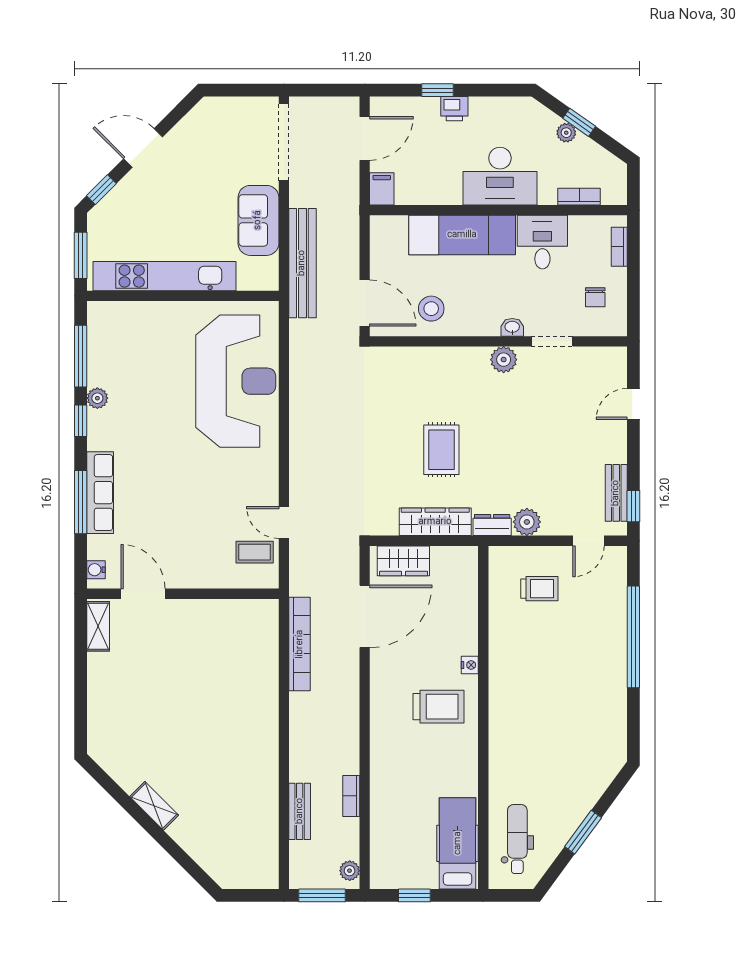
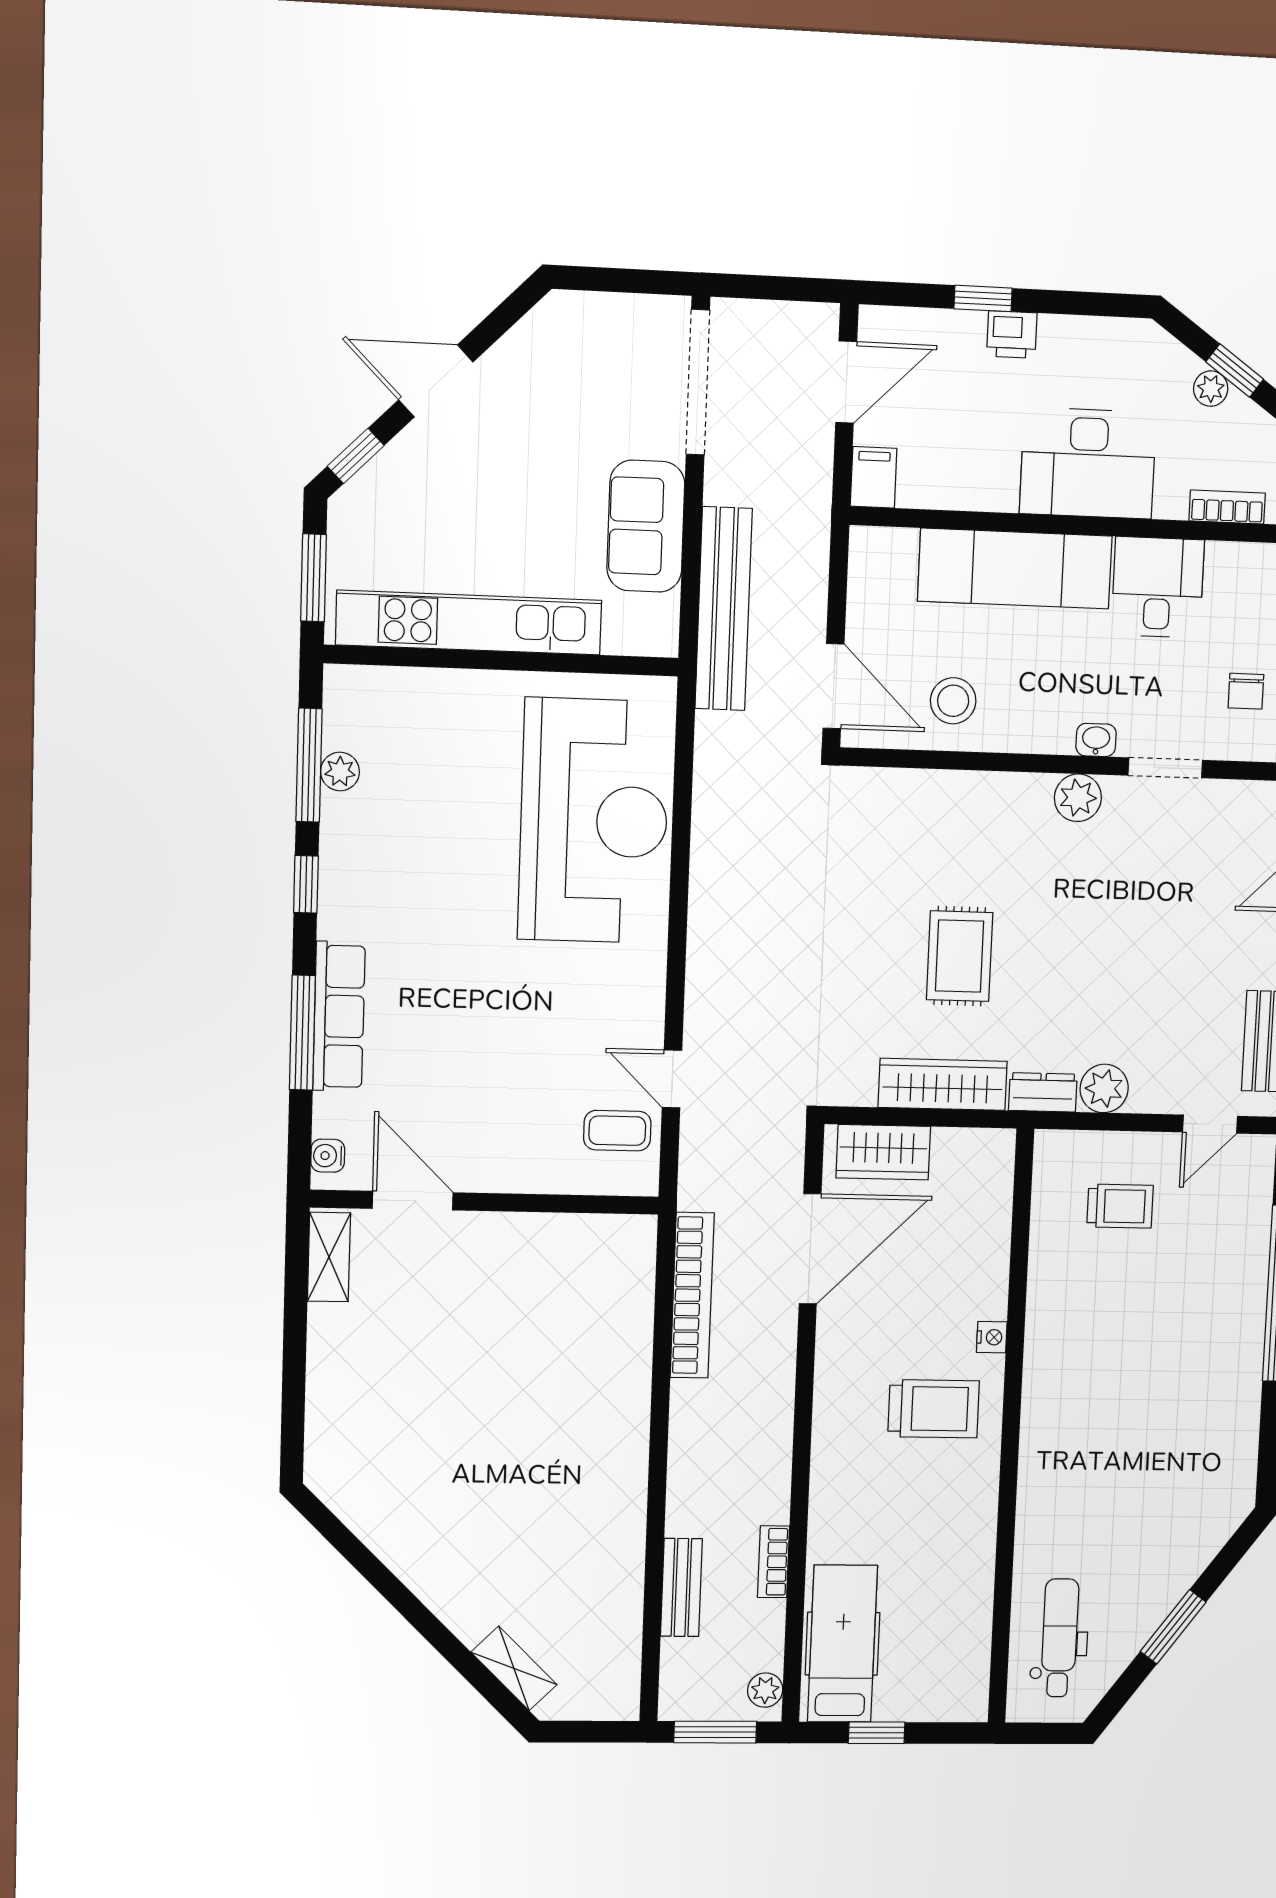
plant: (97, 398) -> (340, 772), moved
shelving: (154, 806) -> (514, 1668), moved
hospital bed: (458, 843) -> (842, 1644), moved

